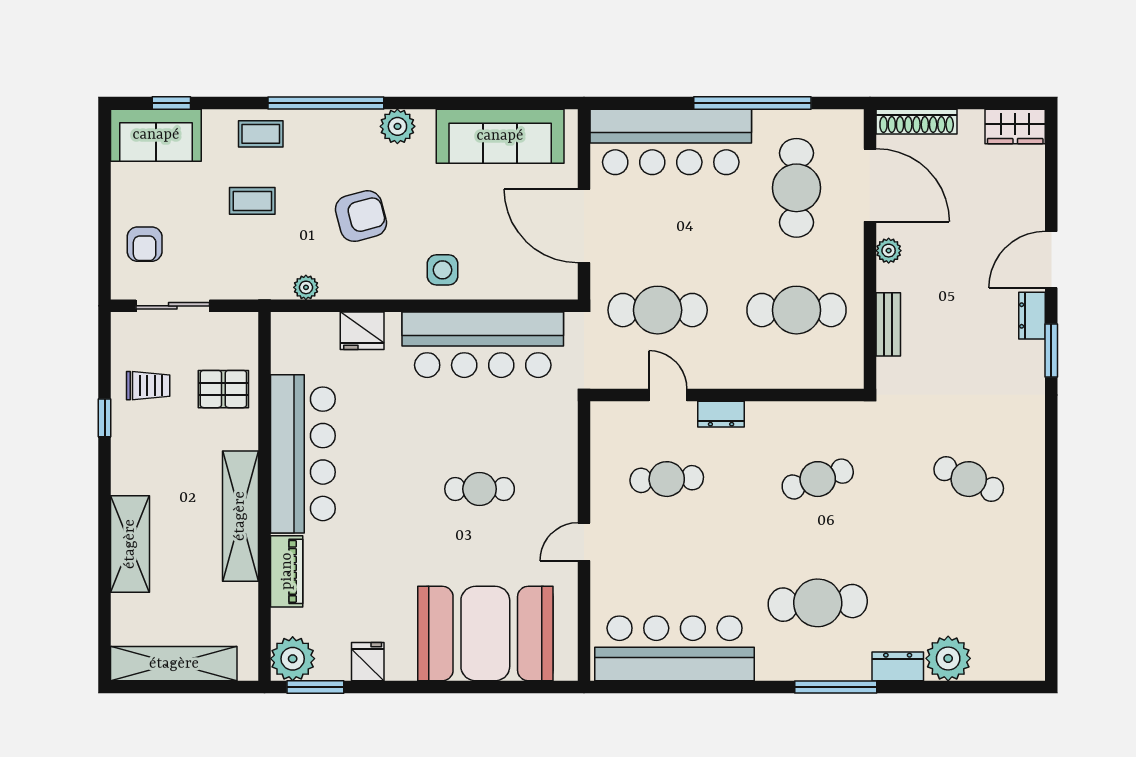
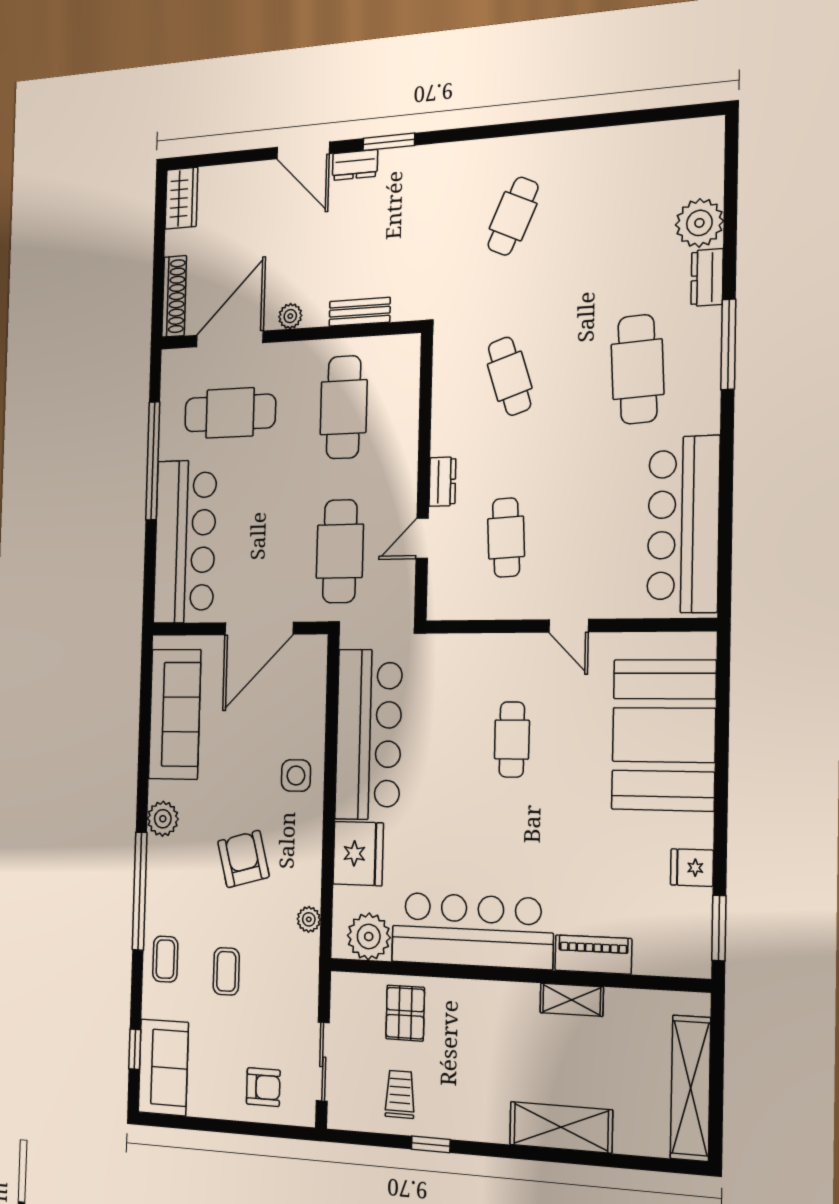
fridge: (362, 331) -> (358, 854), width x1.36, depth x1.34
shelving: (240, 516) -> (572, 1000), width x0.45, depth x0.75
plant: (293, 659) -> (369, 937), moved

